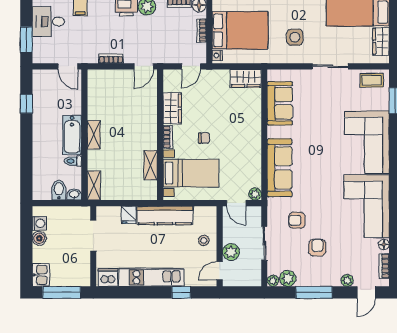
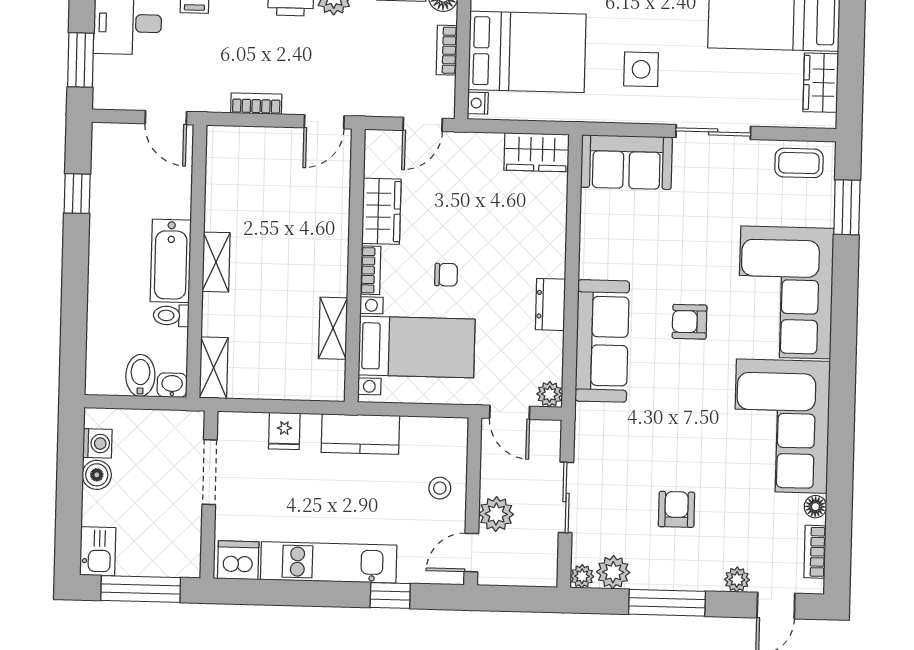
sofa: (280, 103) -> (626, 162), moved, turned 90
dresser: (254, 151) -> (550, 304), added
kitchen counter: (165, 215) -> (360, 434), width x0.67
armchair: (297, 220) -> (690, 322), moved

